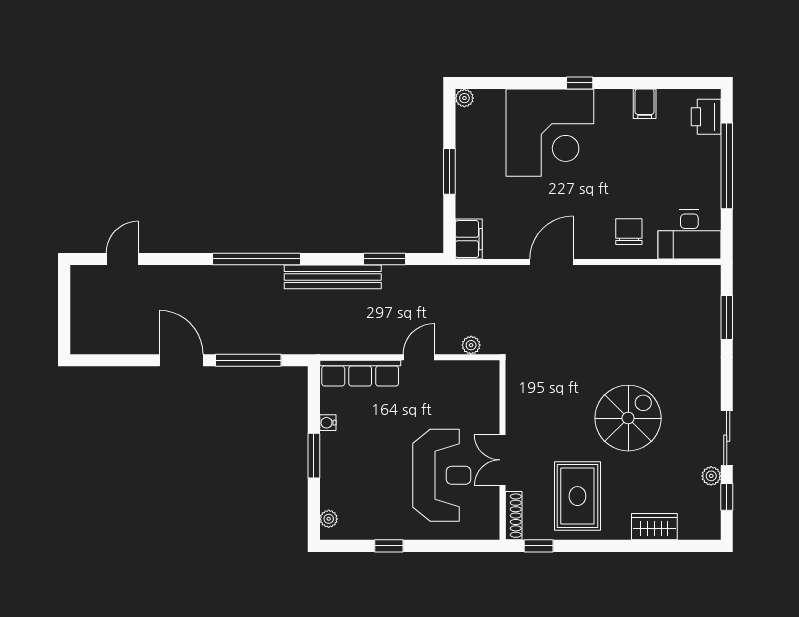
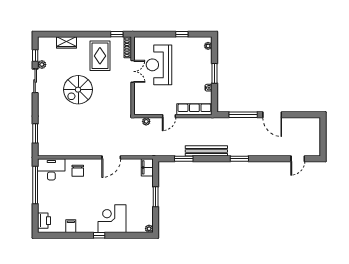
corner desk: (550, 133) -> (112, 219), width x0.74, depth x0.74
window: (727, 166) -> (35, 185), moved
window: (257, 259) -> (239, 159), width x0.47

